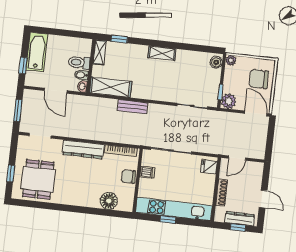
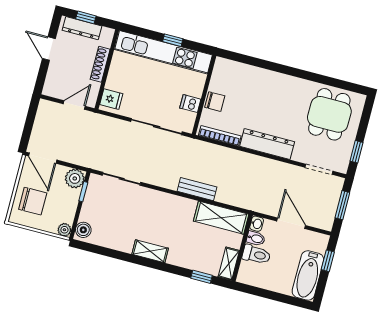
window: (11, 173) -> (356, 152), moved
floor lamp: (109, 201) -> (244, 74), removed

